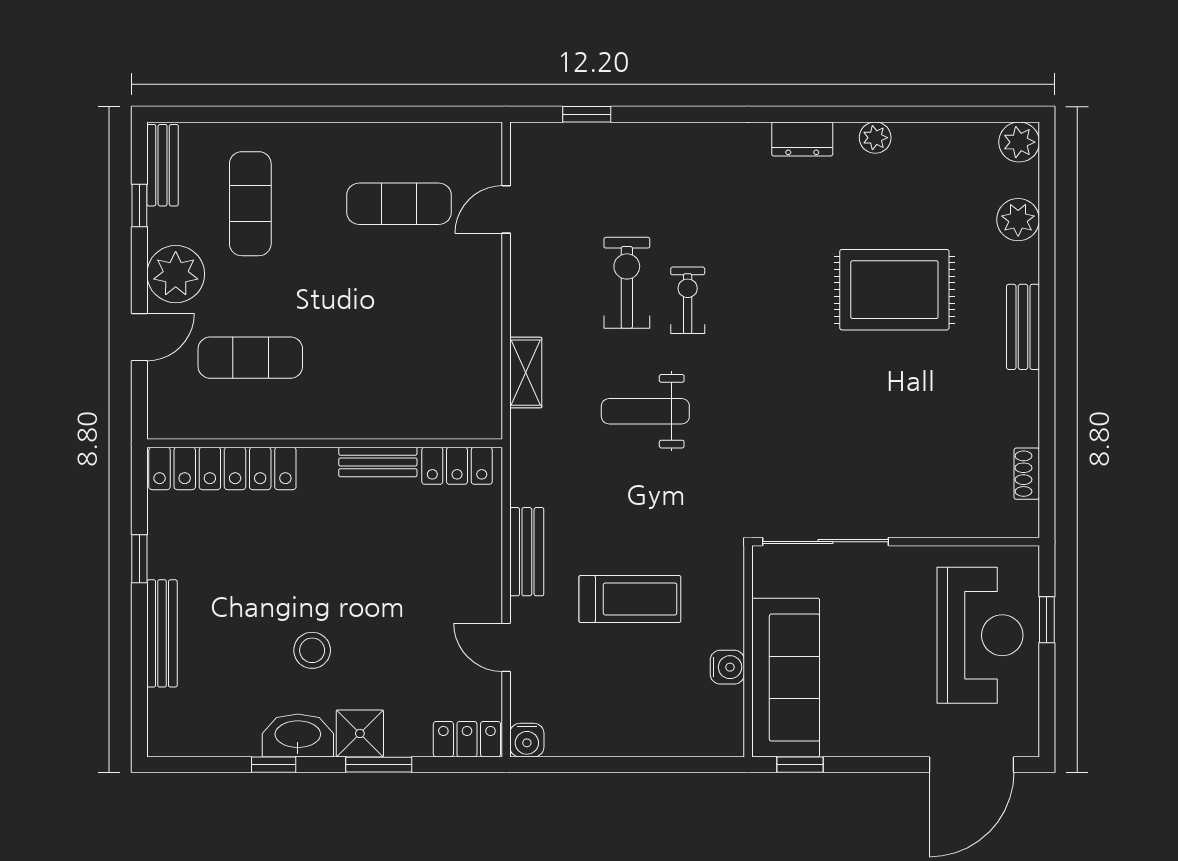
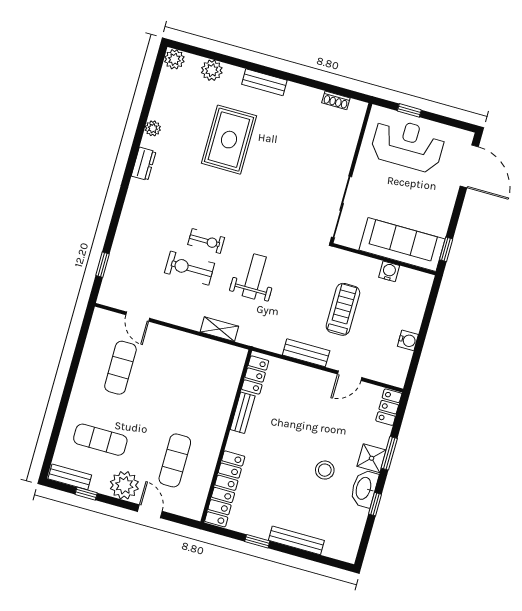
exercise bike: (688, 300) -> (206, 241), turned 180
weight bench: (645, 411) -> (254, 276), turned 180
water cooler: (527, 740) -> (408, 340), moved

